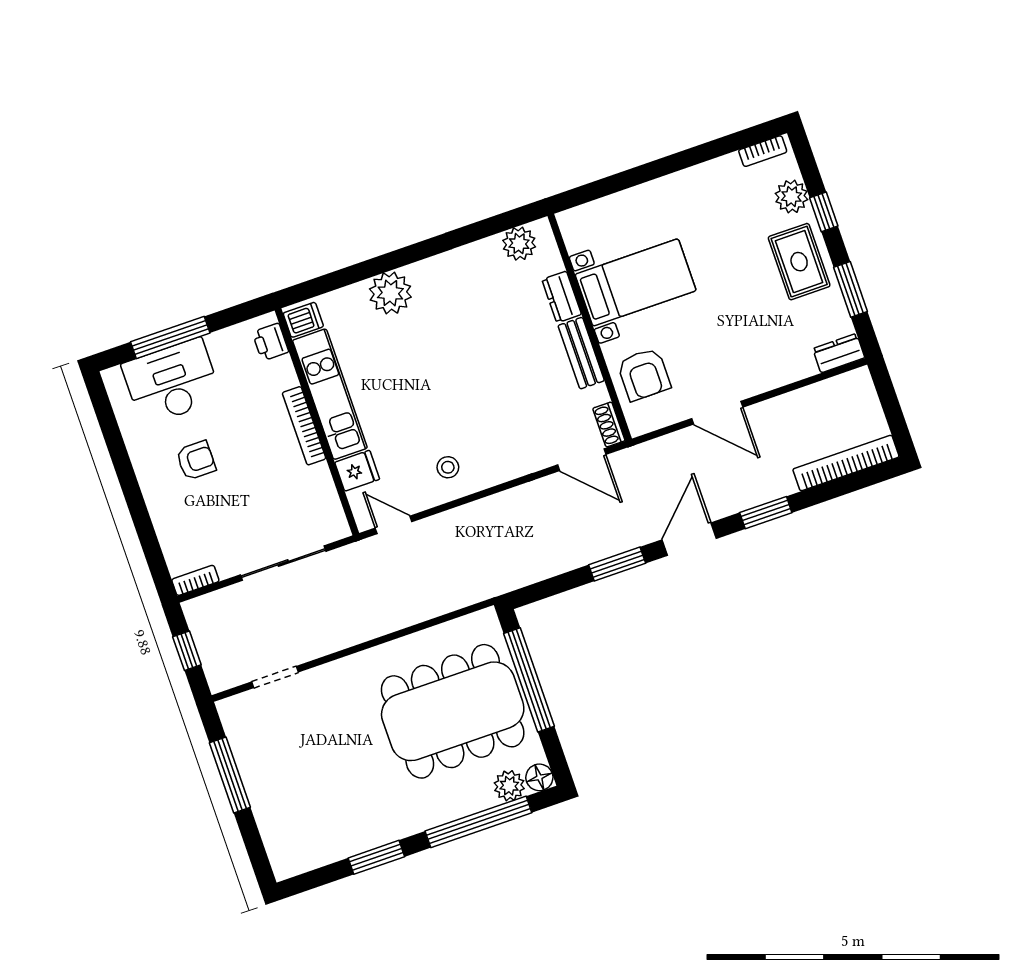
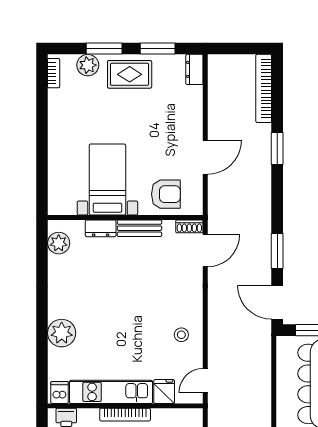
window: (824, 212) -> (104, 49), width x1.50
door: (689, 539) -> (277, 302), moved

